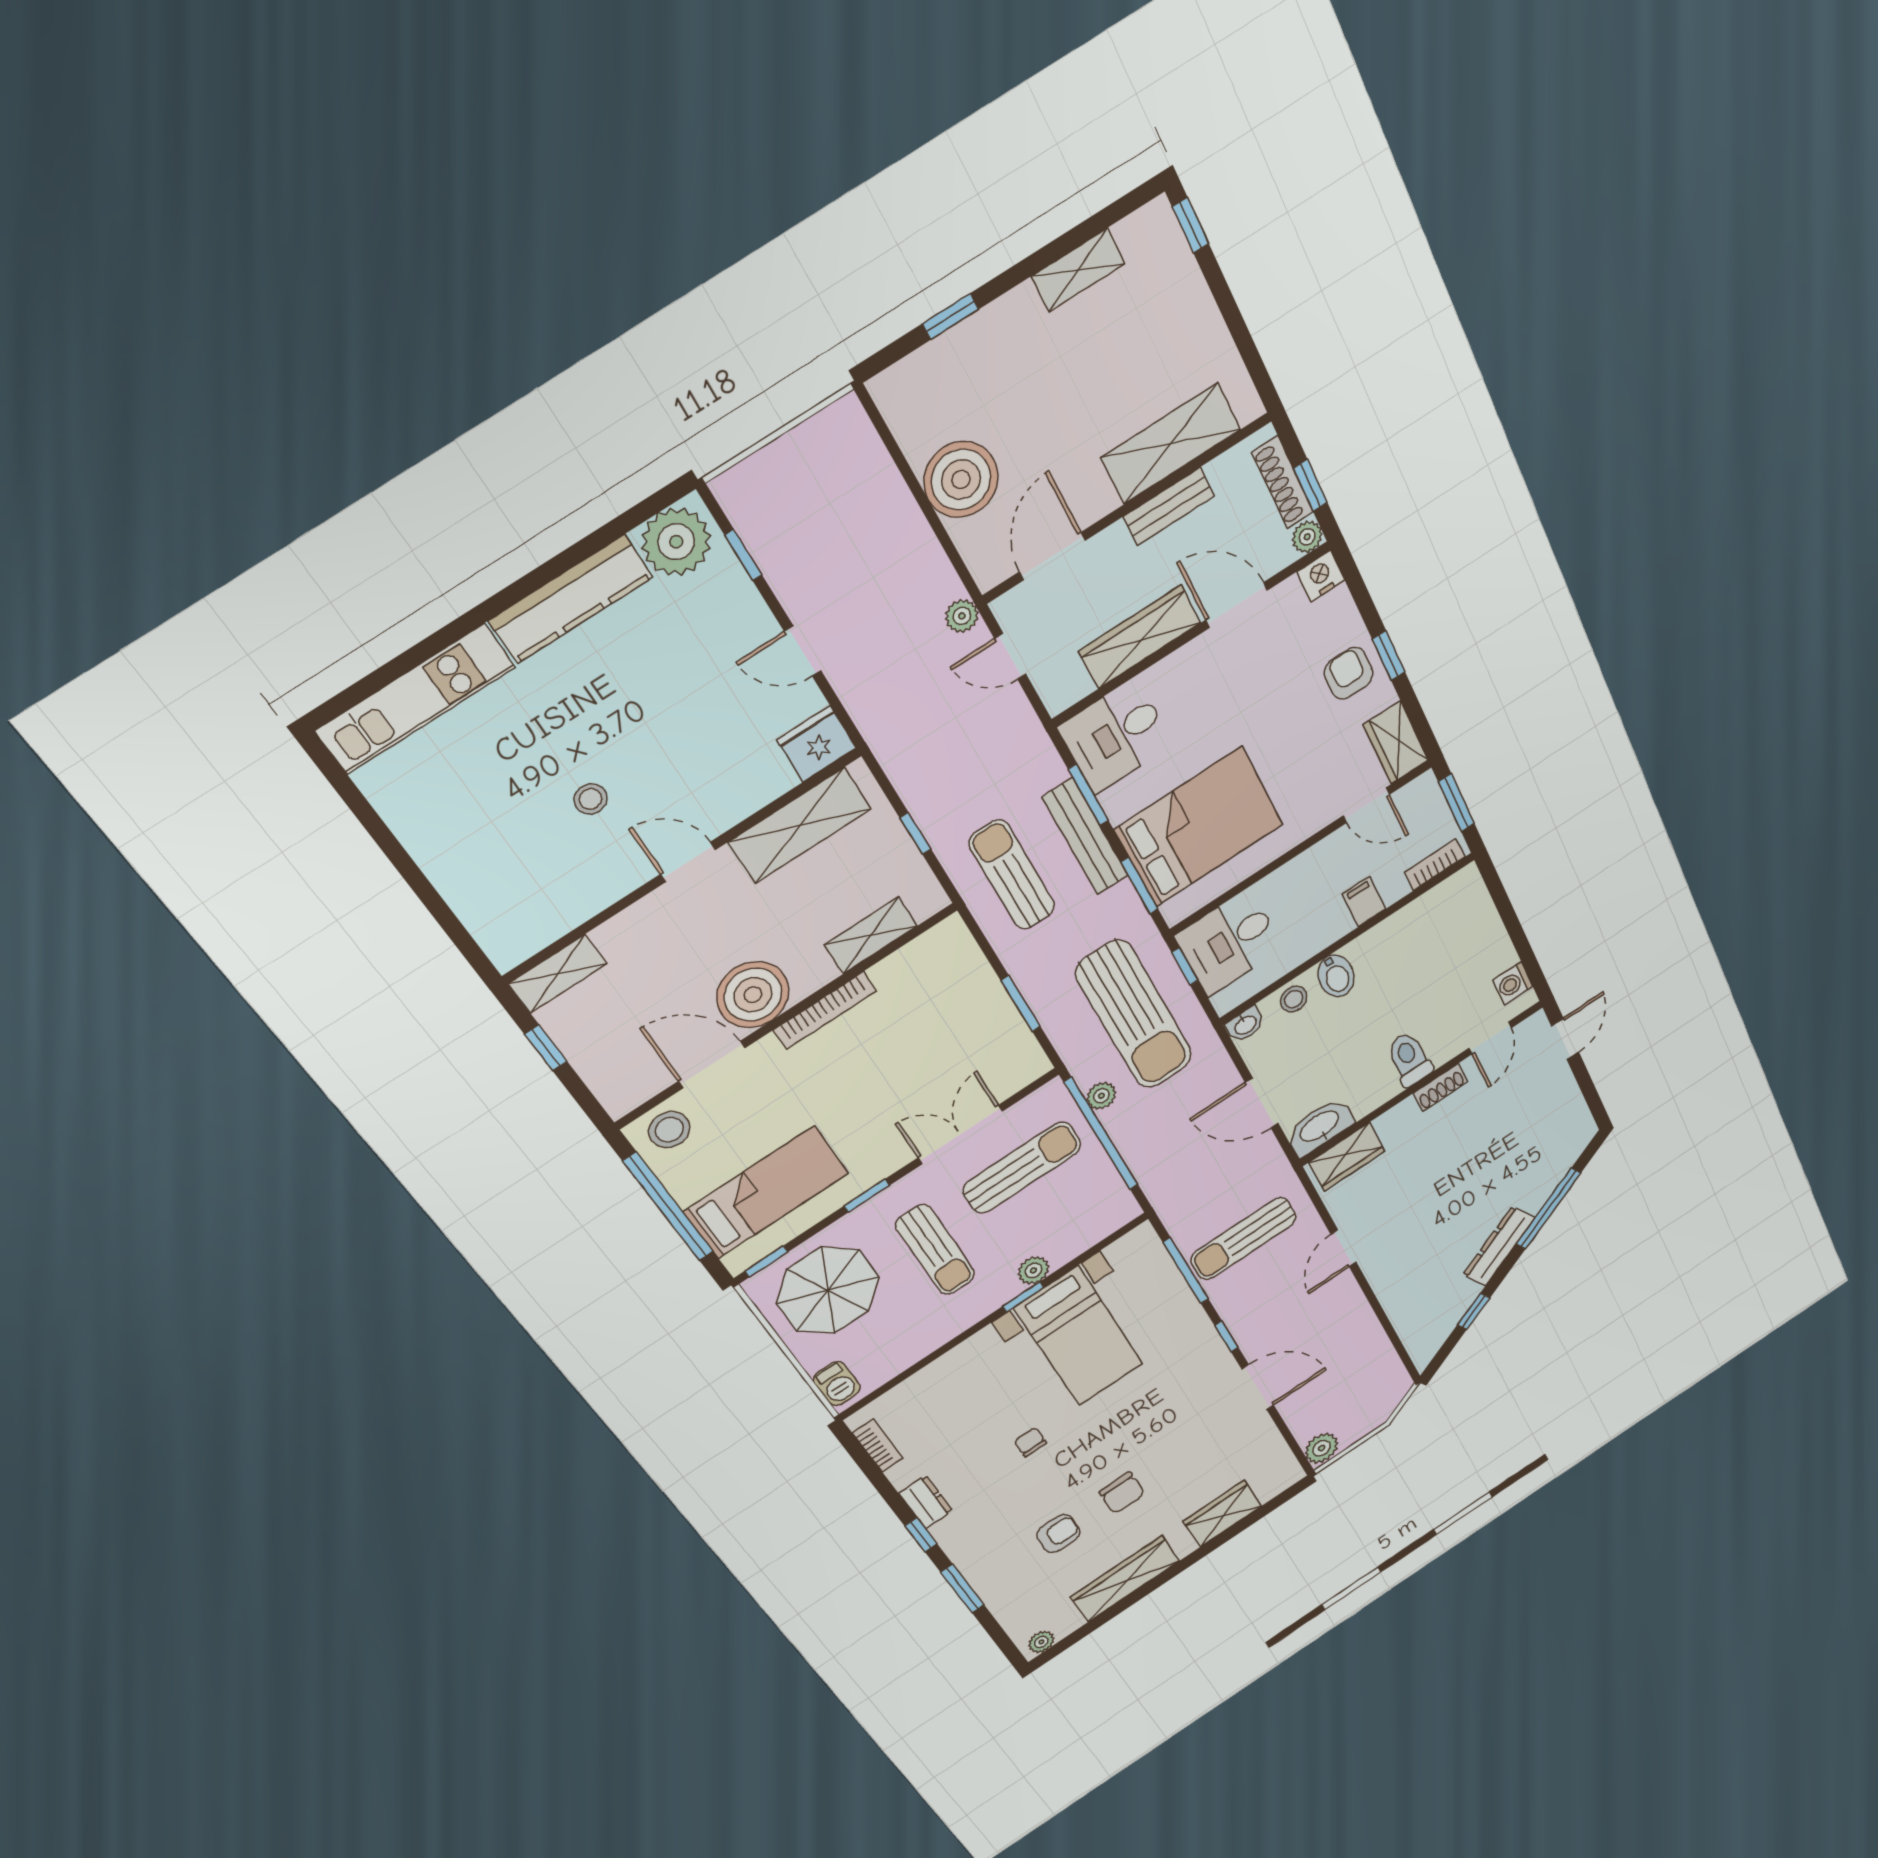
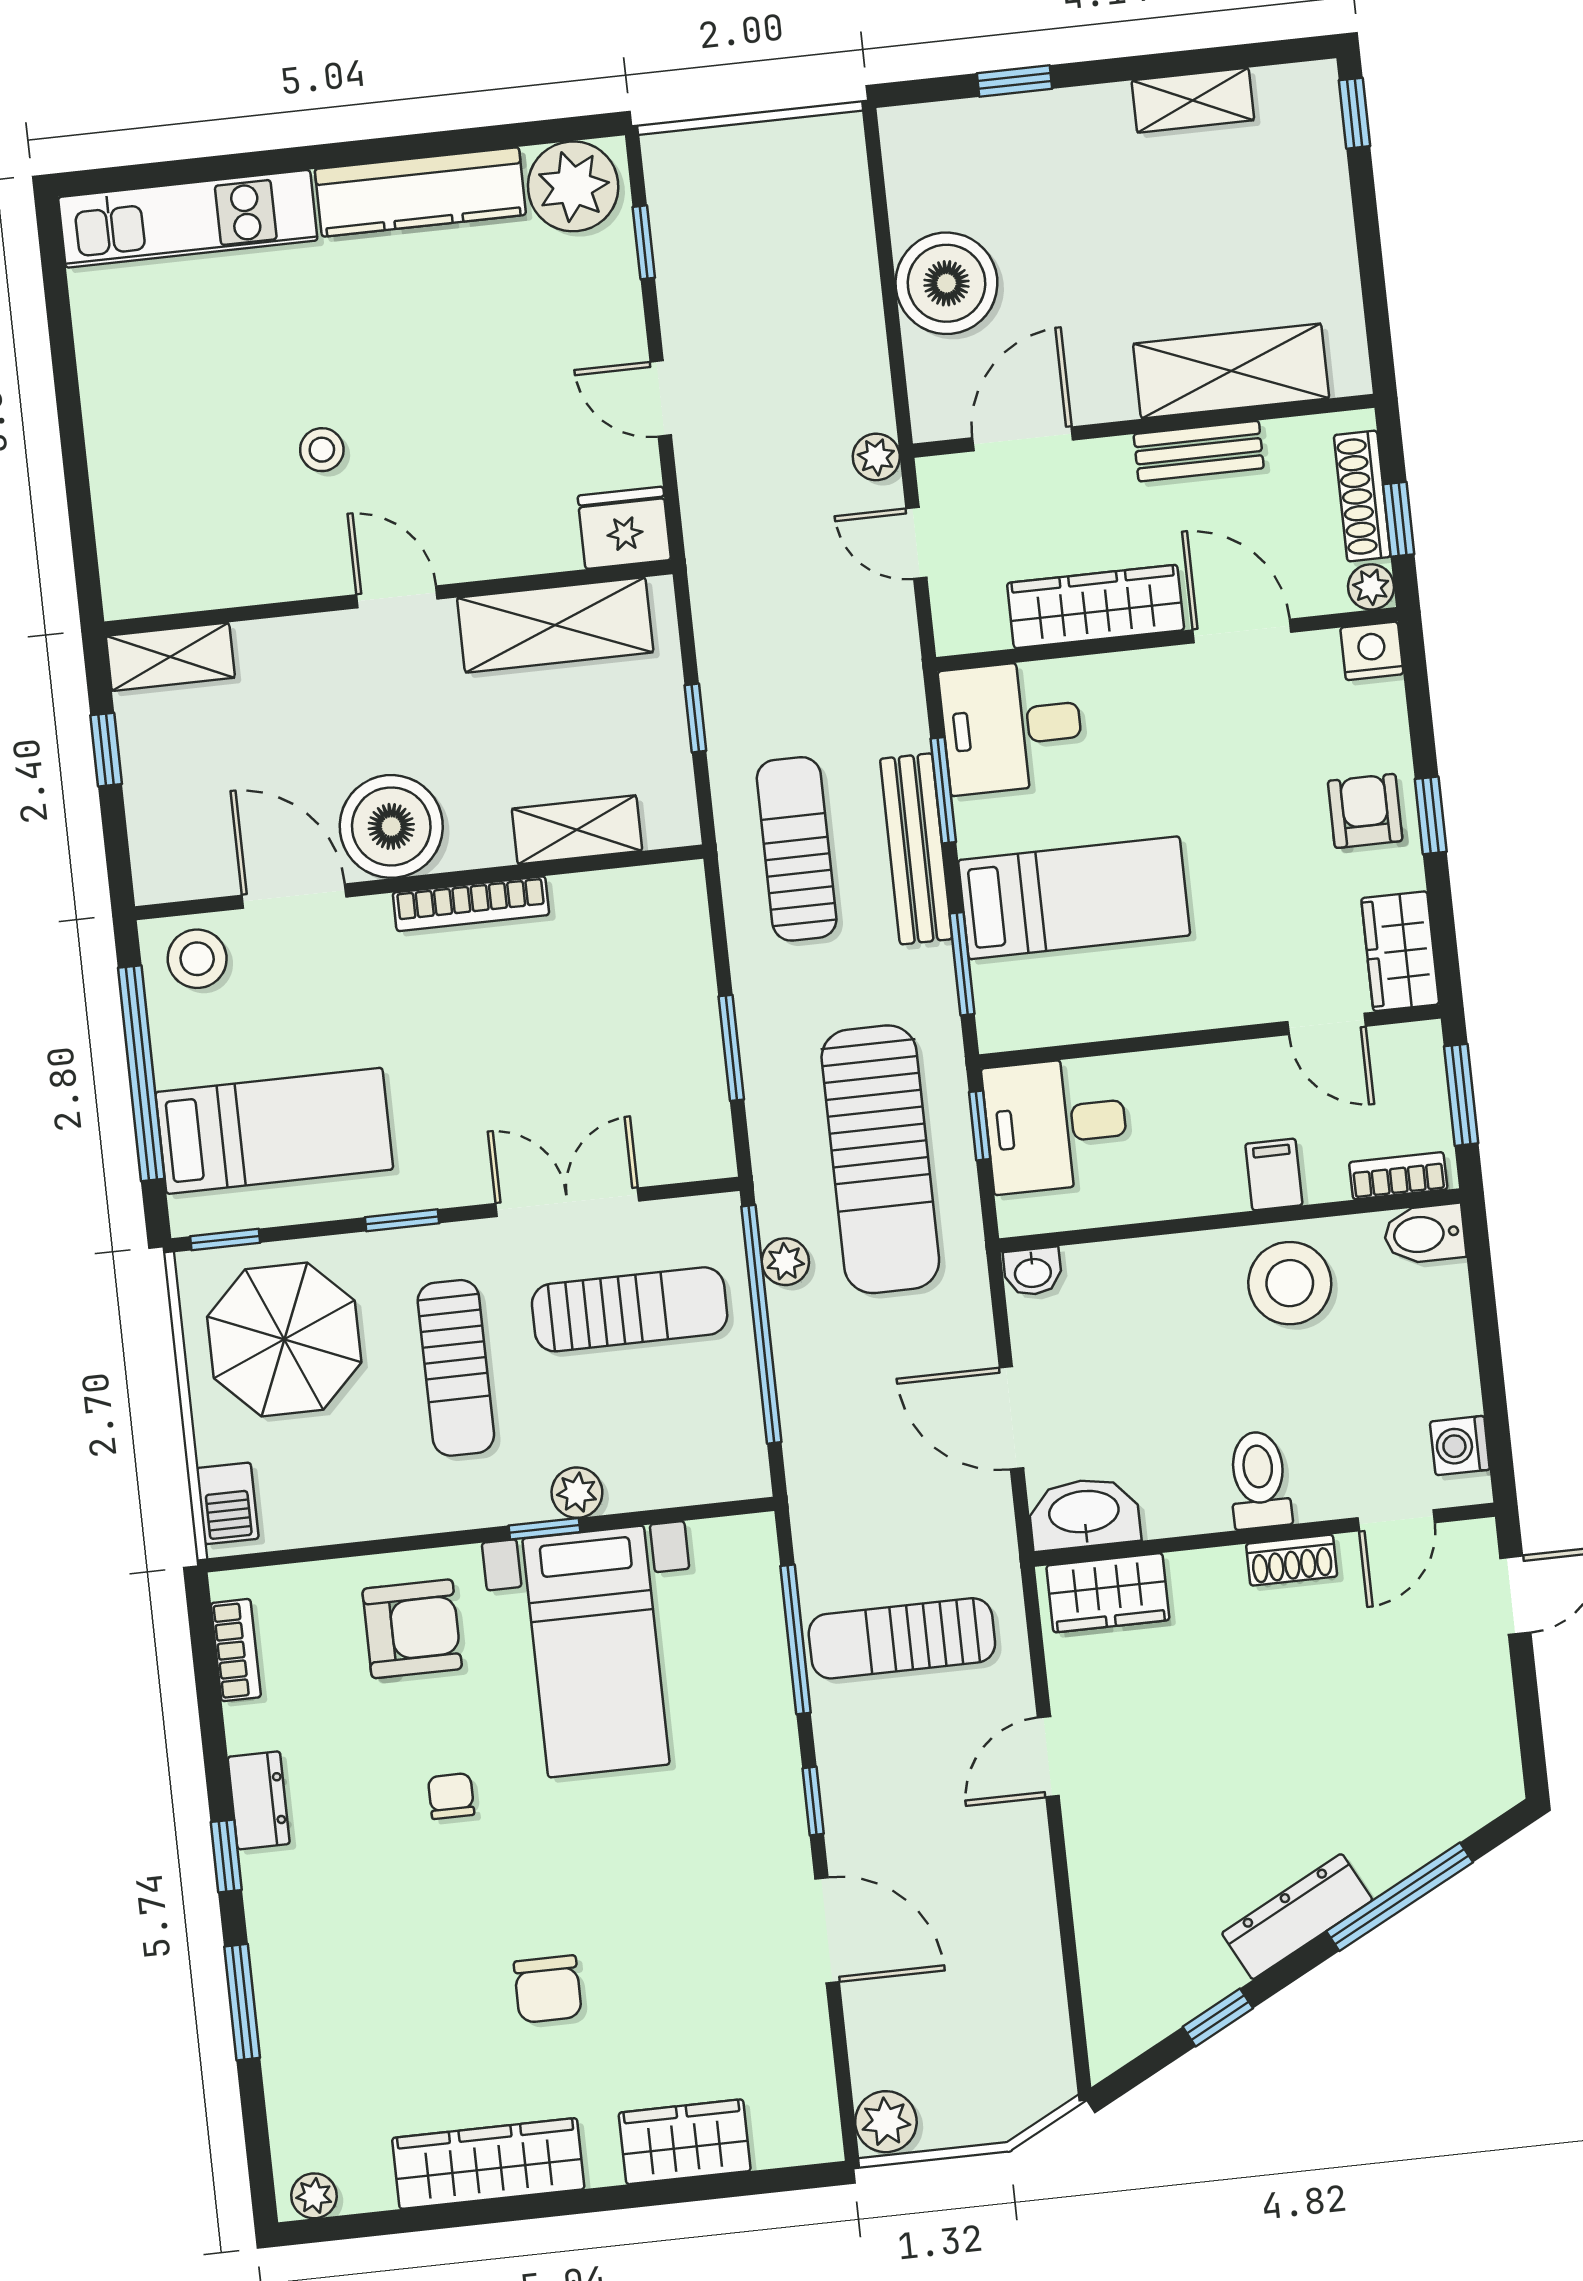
bed: (1199, 827) -> (1074, 898), width x0.67
bidet: (1336, 976) -> (1424, 1234), moved, turned 90
stool: (1294, 999) -> (1290, 1283), moved, width x1.89, depth x1.89
armchair: (1058, 1534) -> (412, 1629), moved, width x1.38, depth x1.38

